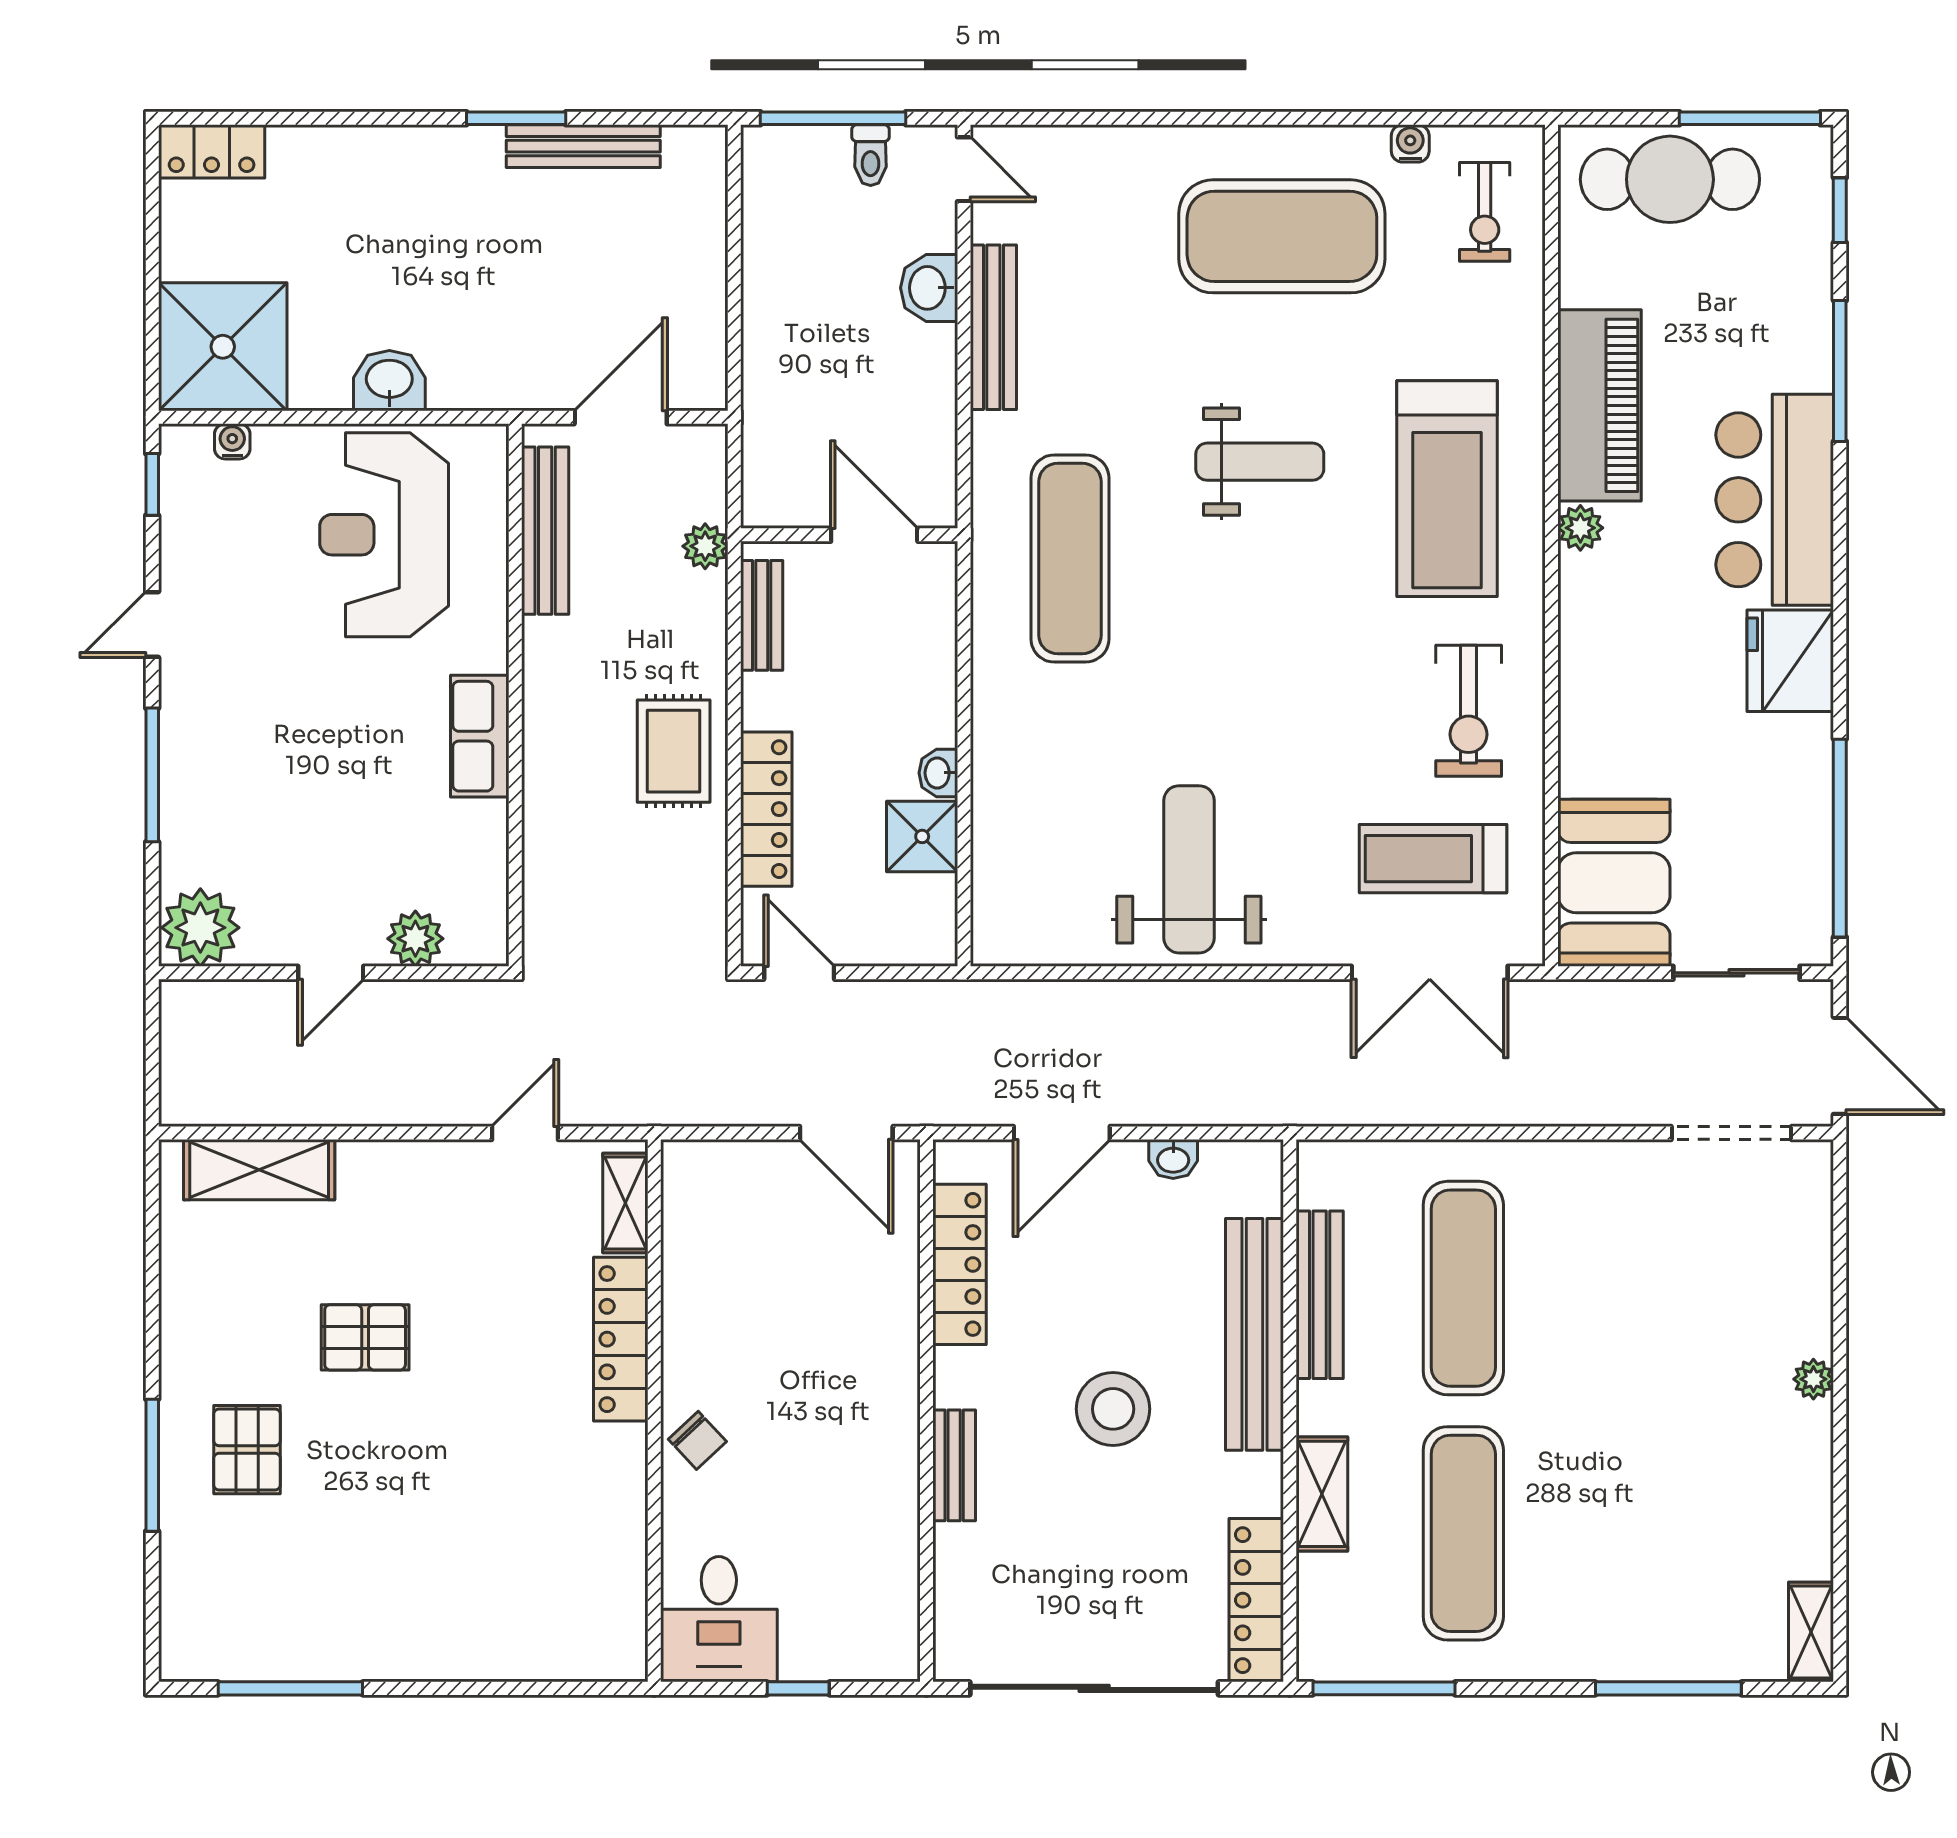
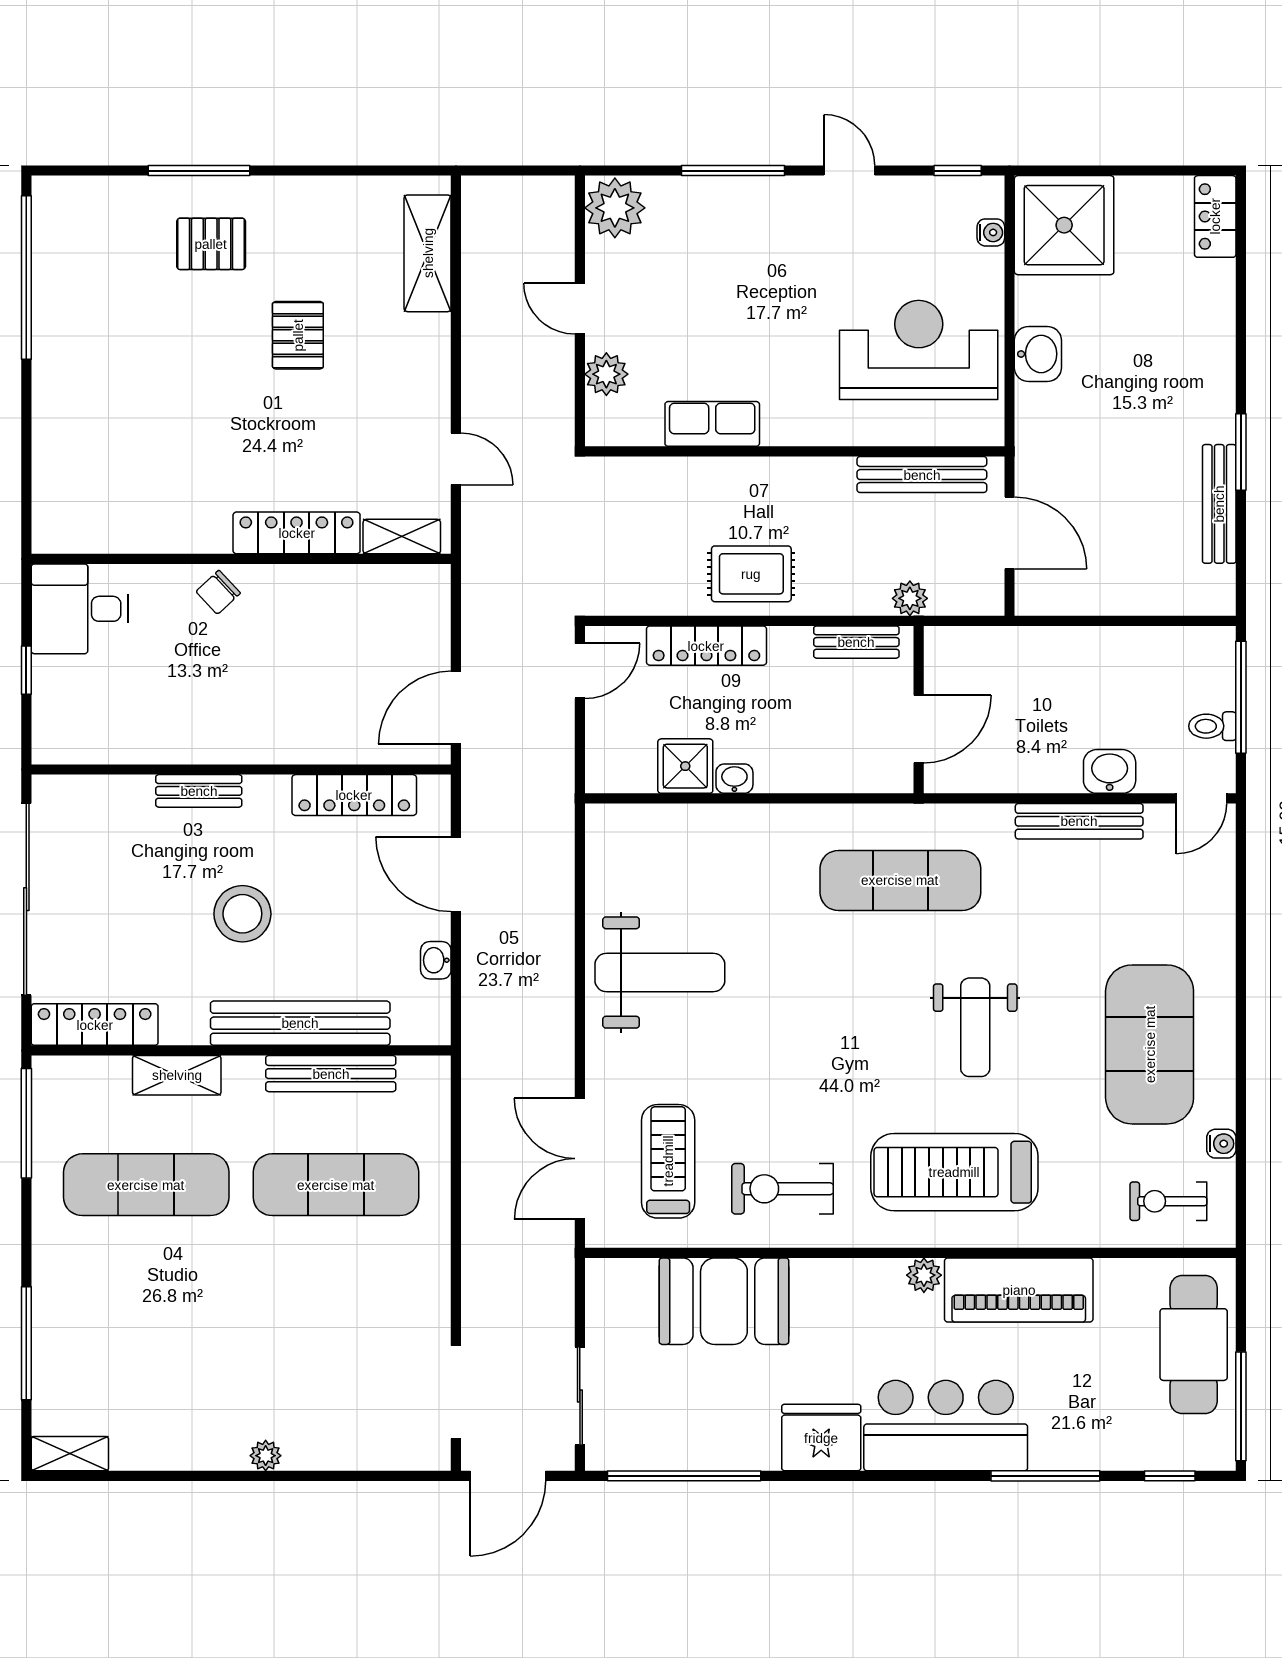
row of seats: (480, 736) -> (712, 424), moved
booth: (1614, 883) -> (724, 1301), moved
window: (290, 1688) -> (26, 277), width x1.46

